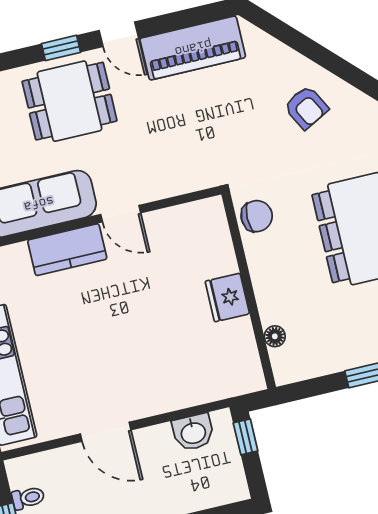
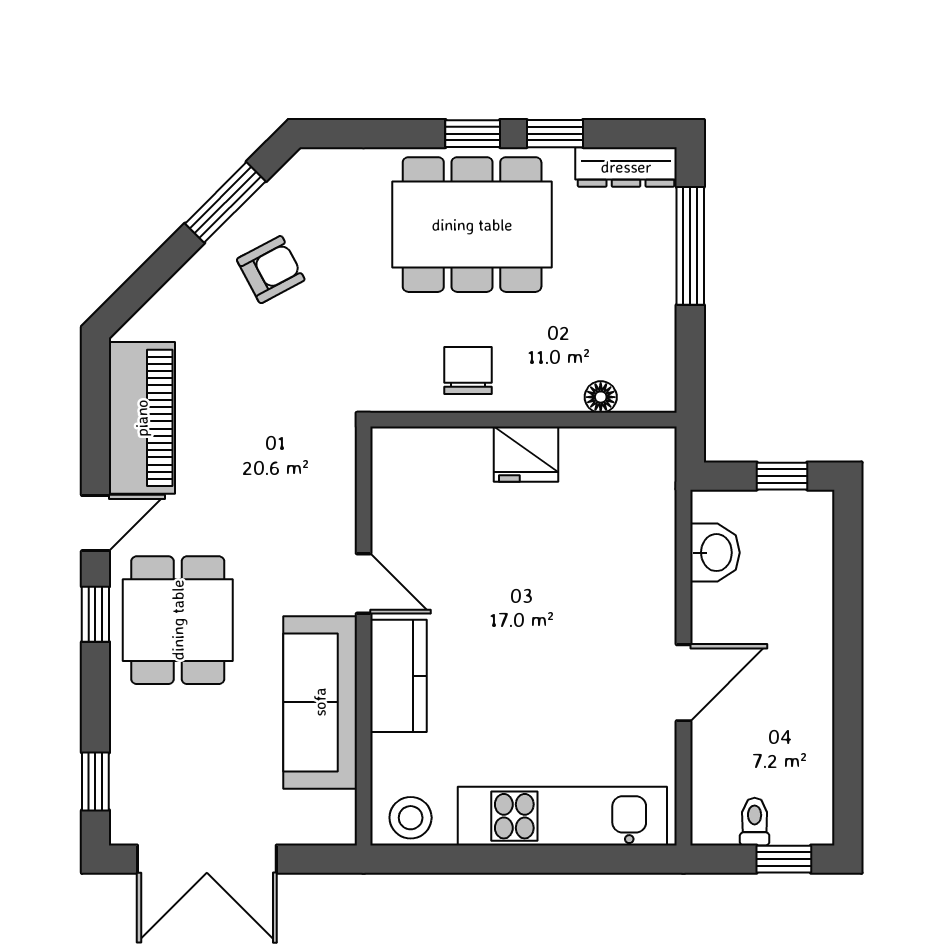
window: (342, 69) -> (225, 202), added
door: (121, 214) -> (364, 584), hinge flipped
chair: (257, 216) -> (468, 371), moved
window: (246, 437) -> (782, 476), moved

